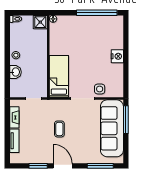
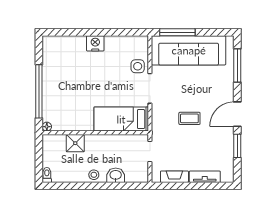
window: (97, 13) -> (39, 91), moved
shower: (40, 22) -> (75, 143), moved

